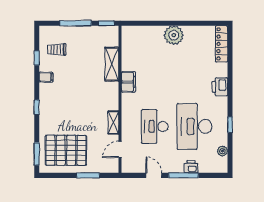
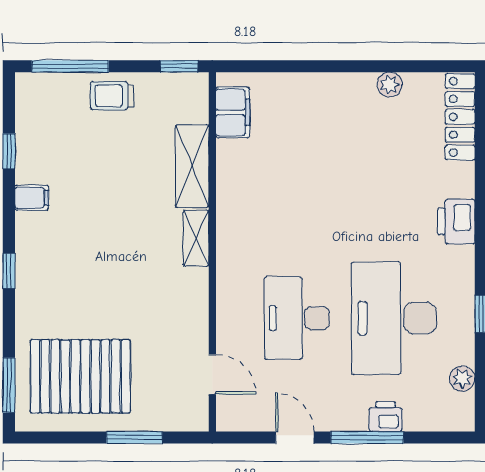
window: (76, 23) -> (70, 66), moved
plant: (174, 35) -> (390, 85), moved, width x0.53, depth x0.53
trolley: (57, 50) -> (112, 96), moved
filing cabinet: (128, 82) -> (233, 112), moved
shelving: (113, 122) -> (196, 238), moved
door: (120, 149) -> (212, 374), swing flipped

